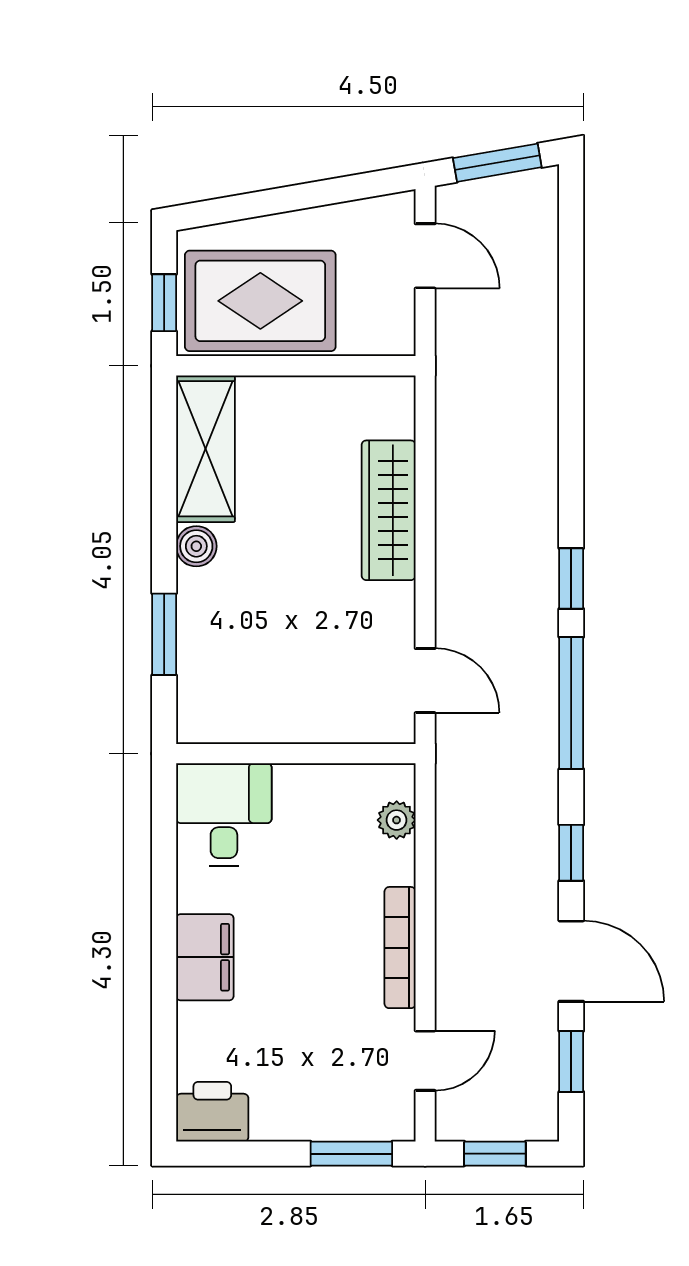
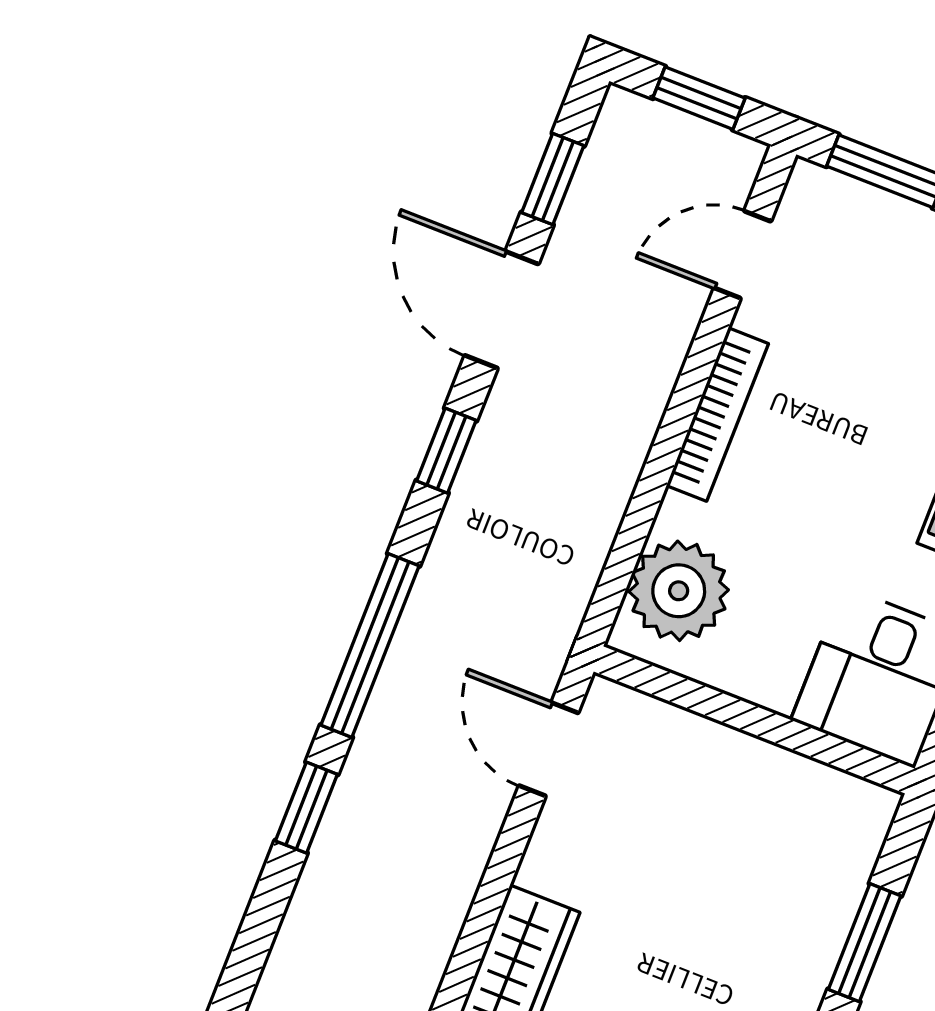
plant: (397, 820) -> (679, 591), width x1.88, depth x1.88

